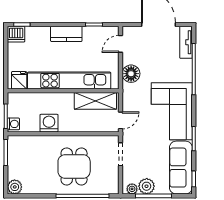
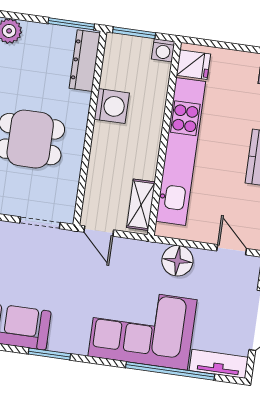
shelving: (95, 101) -> (141, 205), width x0.67, depth x0.75
corner sofa: (172, 111) -> (142, 328), moved
washing machine: (13, 124) -> (163, 50), moved
dresser: (25, 142) -> (85, 61), added

